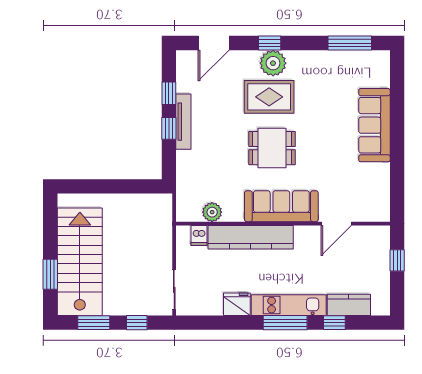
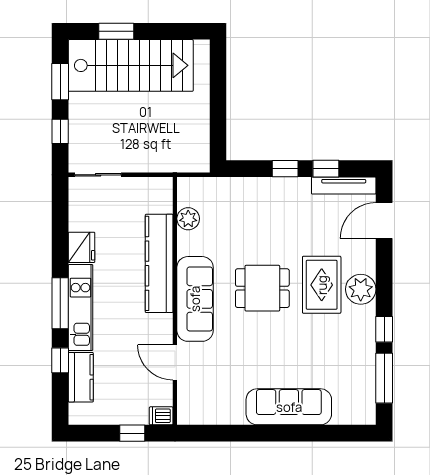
door: (214, 43) -> (384, 221), hinge flipped
window: (270, 43) -> (384, 329), moved
tv unit: (183, 122) -> (344, 186), moved
dining table: (272, 148) -> (262, 288), turned 90
dishwasher: (199, 235) -> (161, 416), moved

